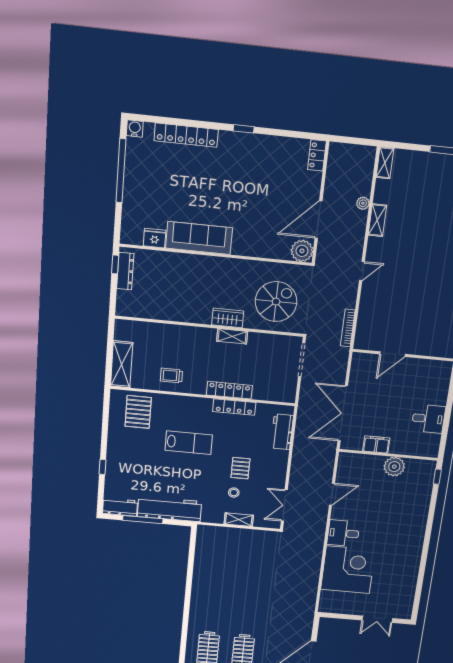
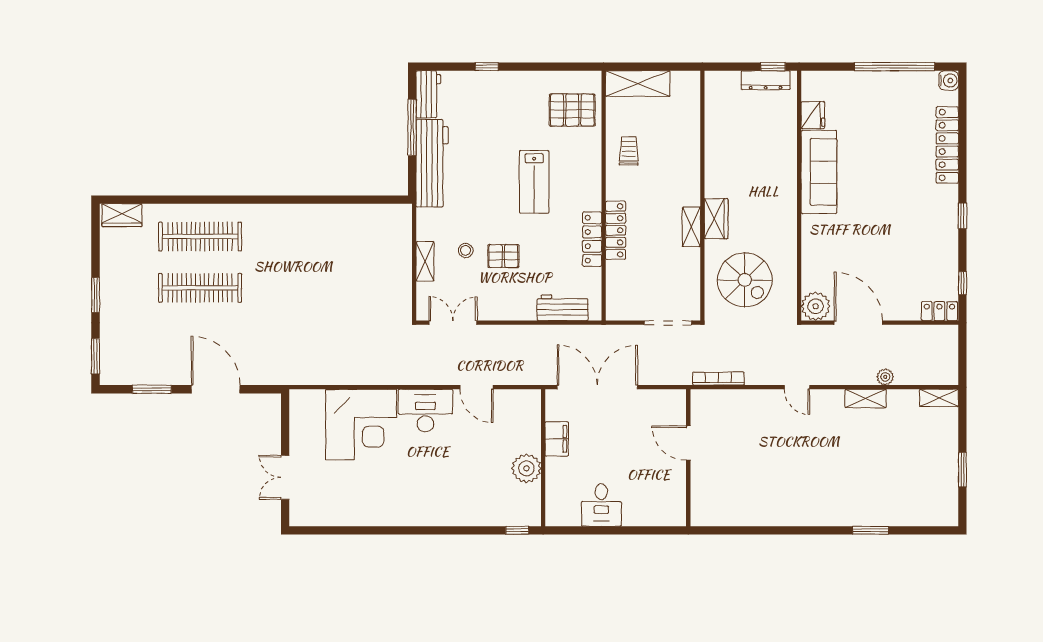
window: (297, 135) -> (962, 283), added
desk: (343, 533) -> (425, 411), width x1.37

